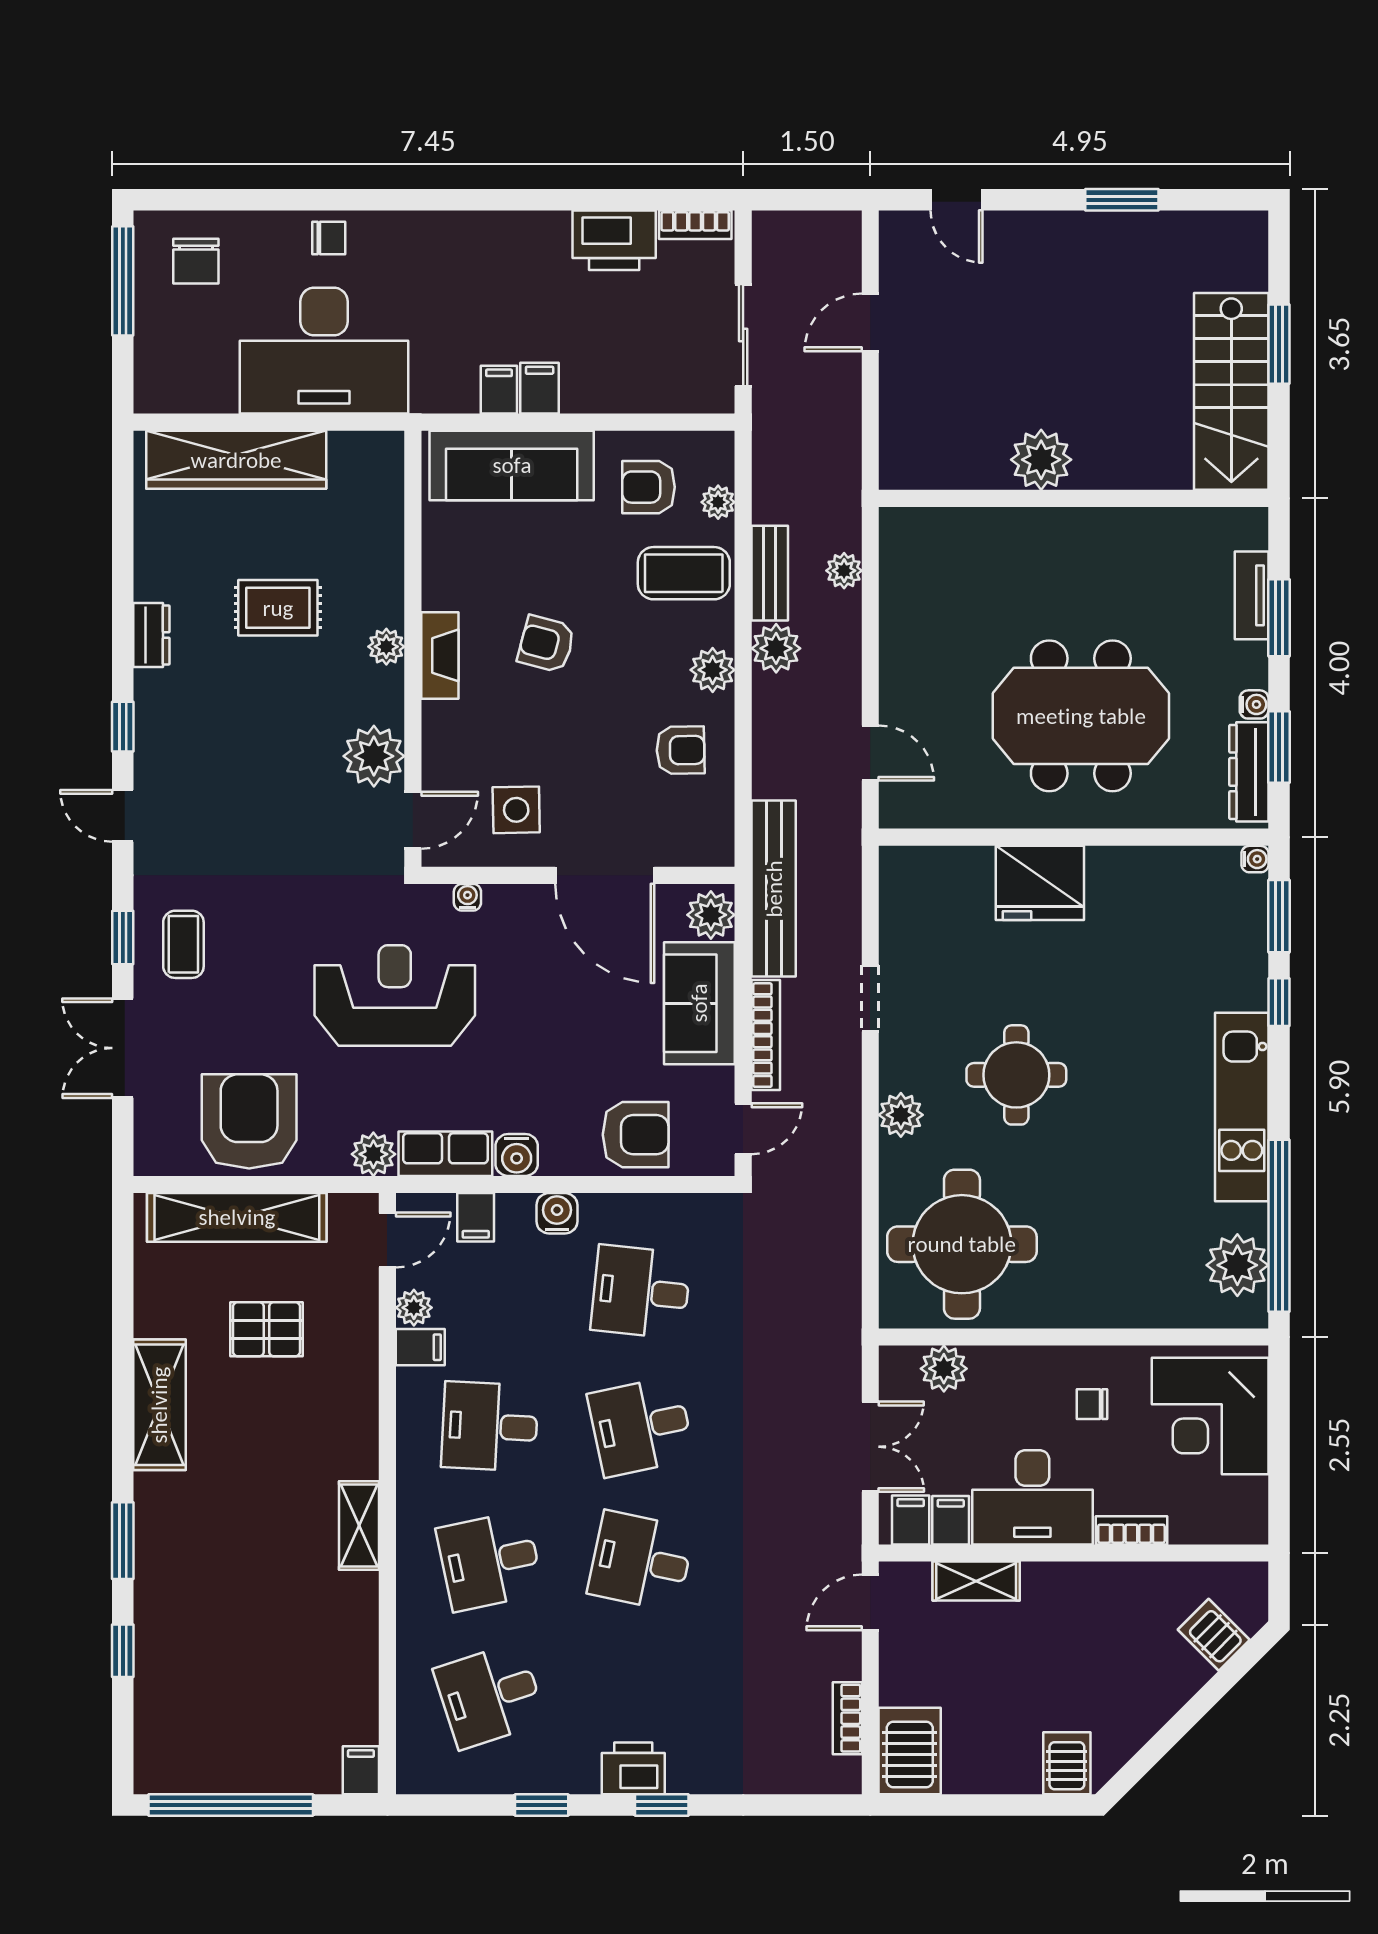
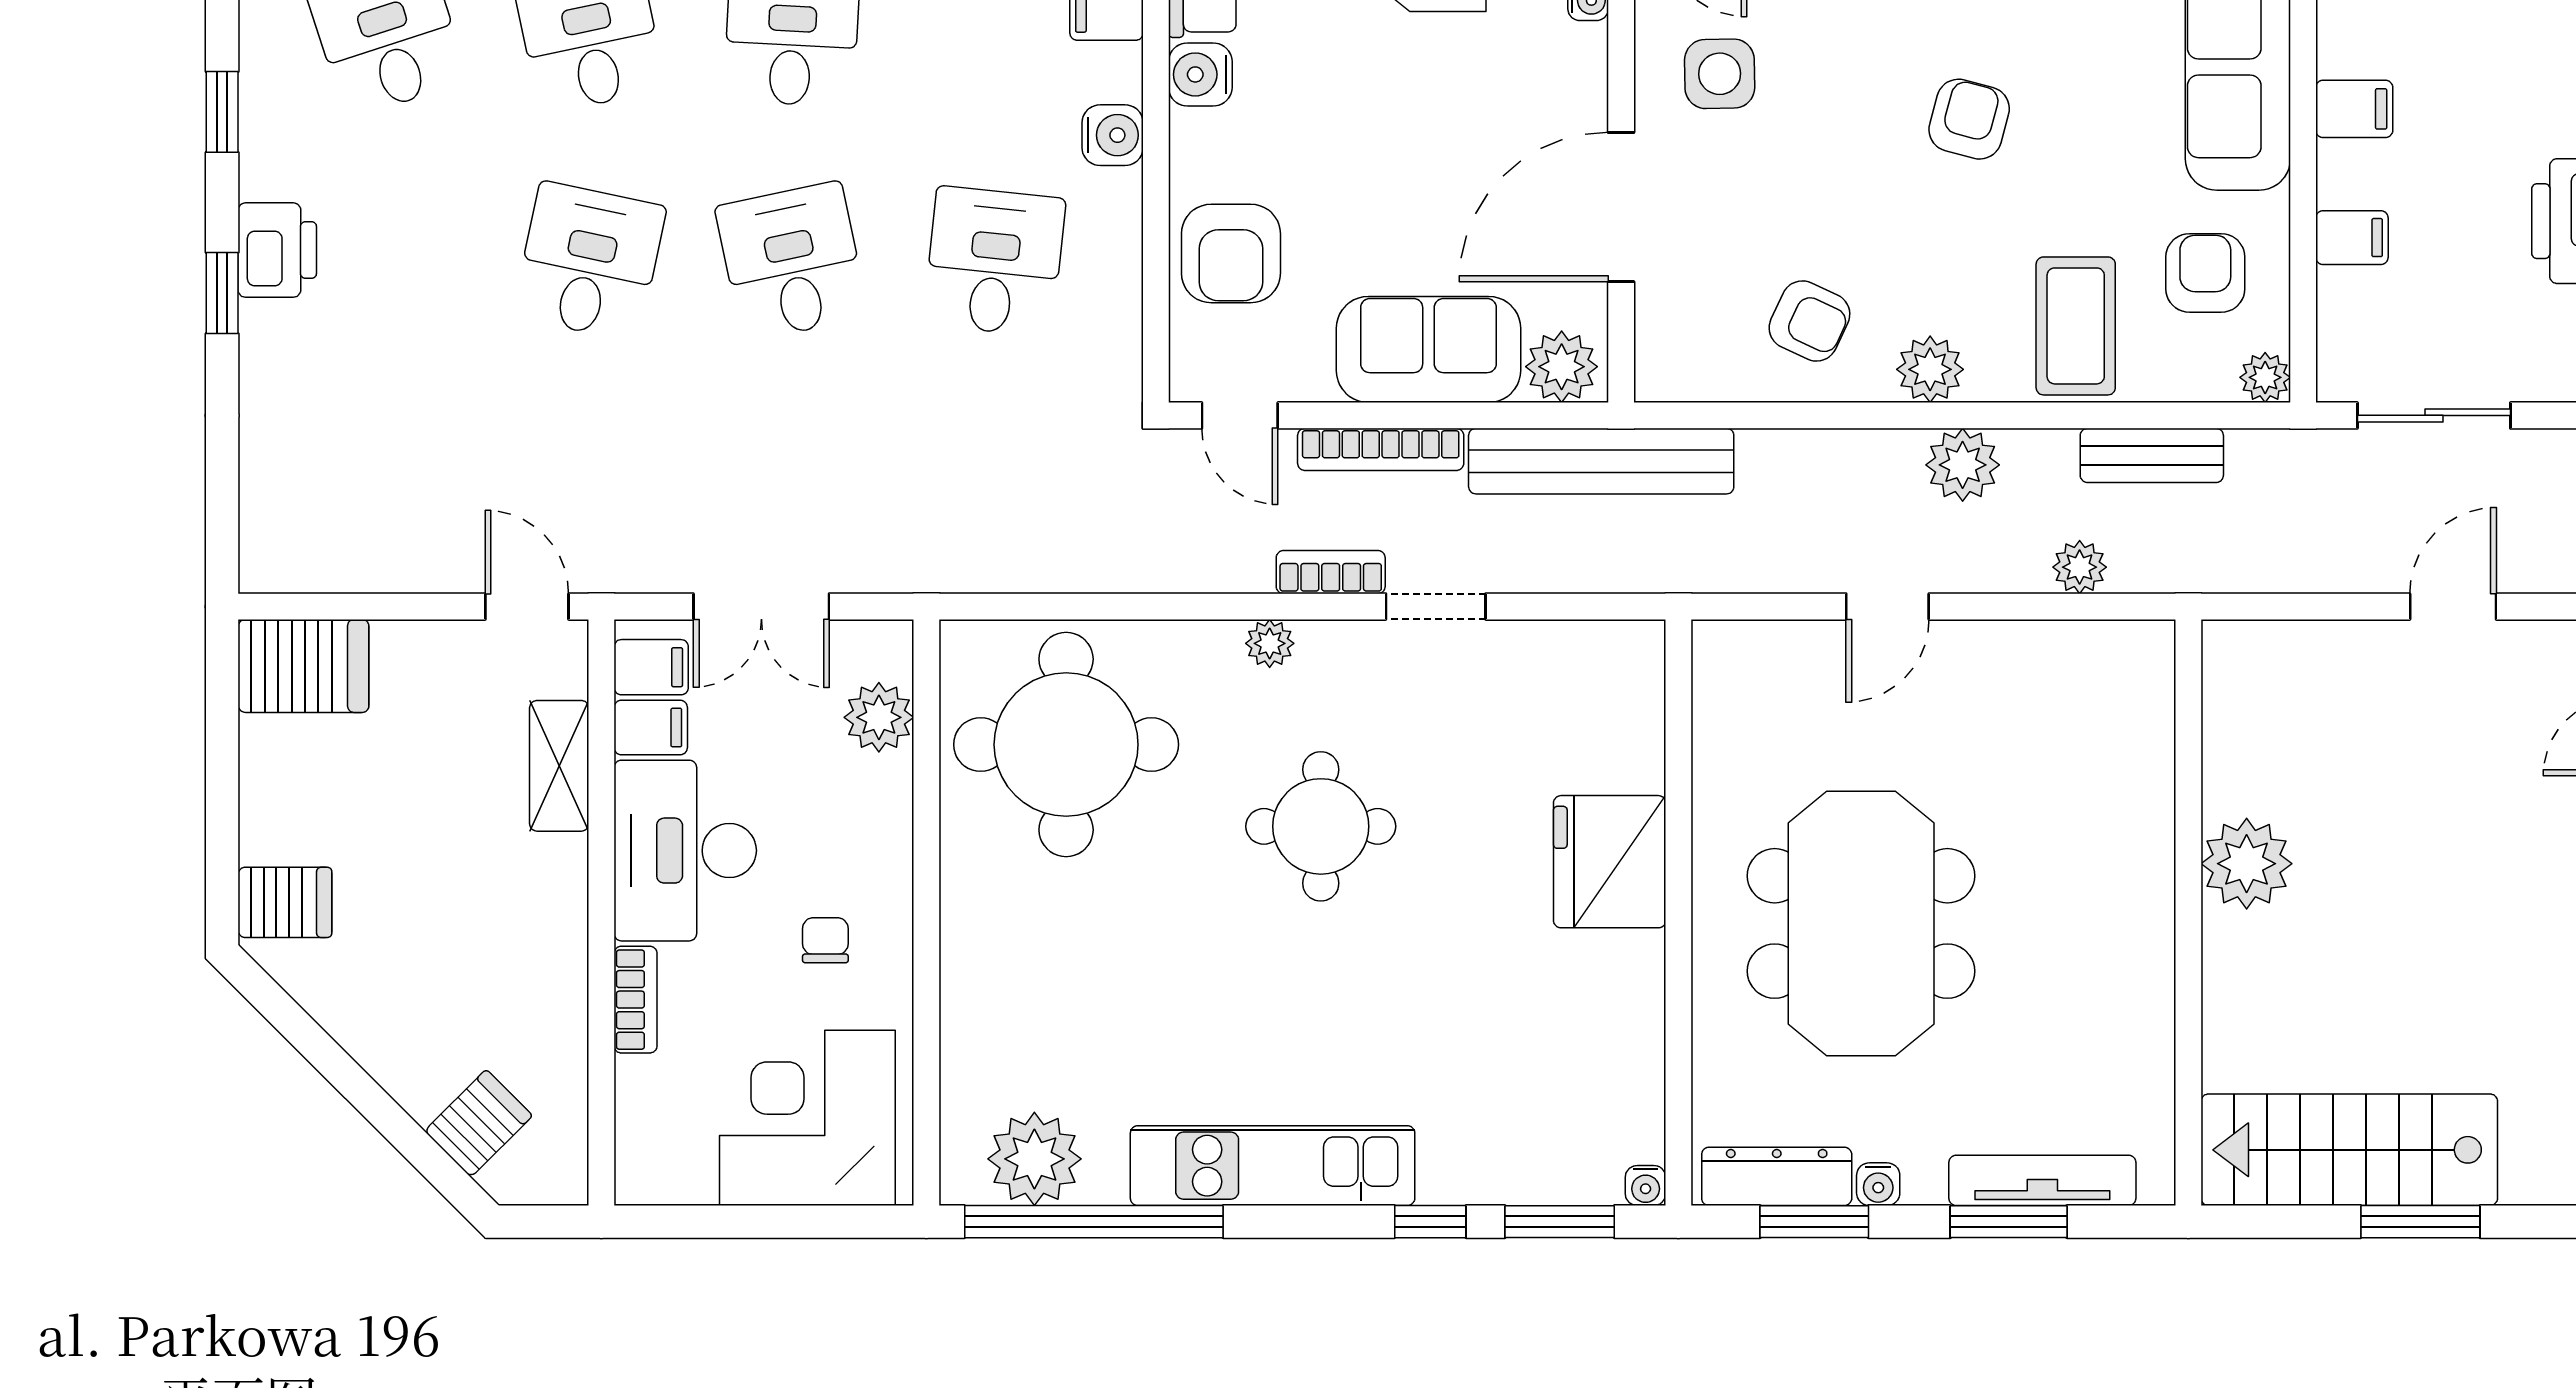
door: (870, 322) -> (2453, 607), hinge flipped
filing cabinet: (499, 390) -> (2352, 238), moved
plant: (718, 502) -> (2265, 377), moved
bench: (770, 573) -> (2152, 455), moved
tv unit: (1252, 595) -> (2042, 1180), width x1.41
armchair: (680, 750) -> (1809, 321), turned -64
door: (870, 753) -> (1887, 607), moved
plant: (901, 1115) -> (1270, 643), width x0.73, depth x0.73
bookcase: (847, 1718) -> (1331, 572), moved

